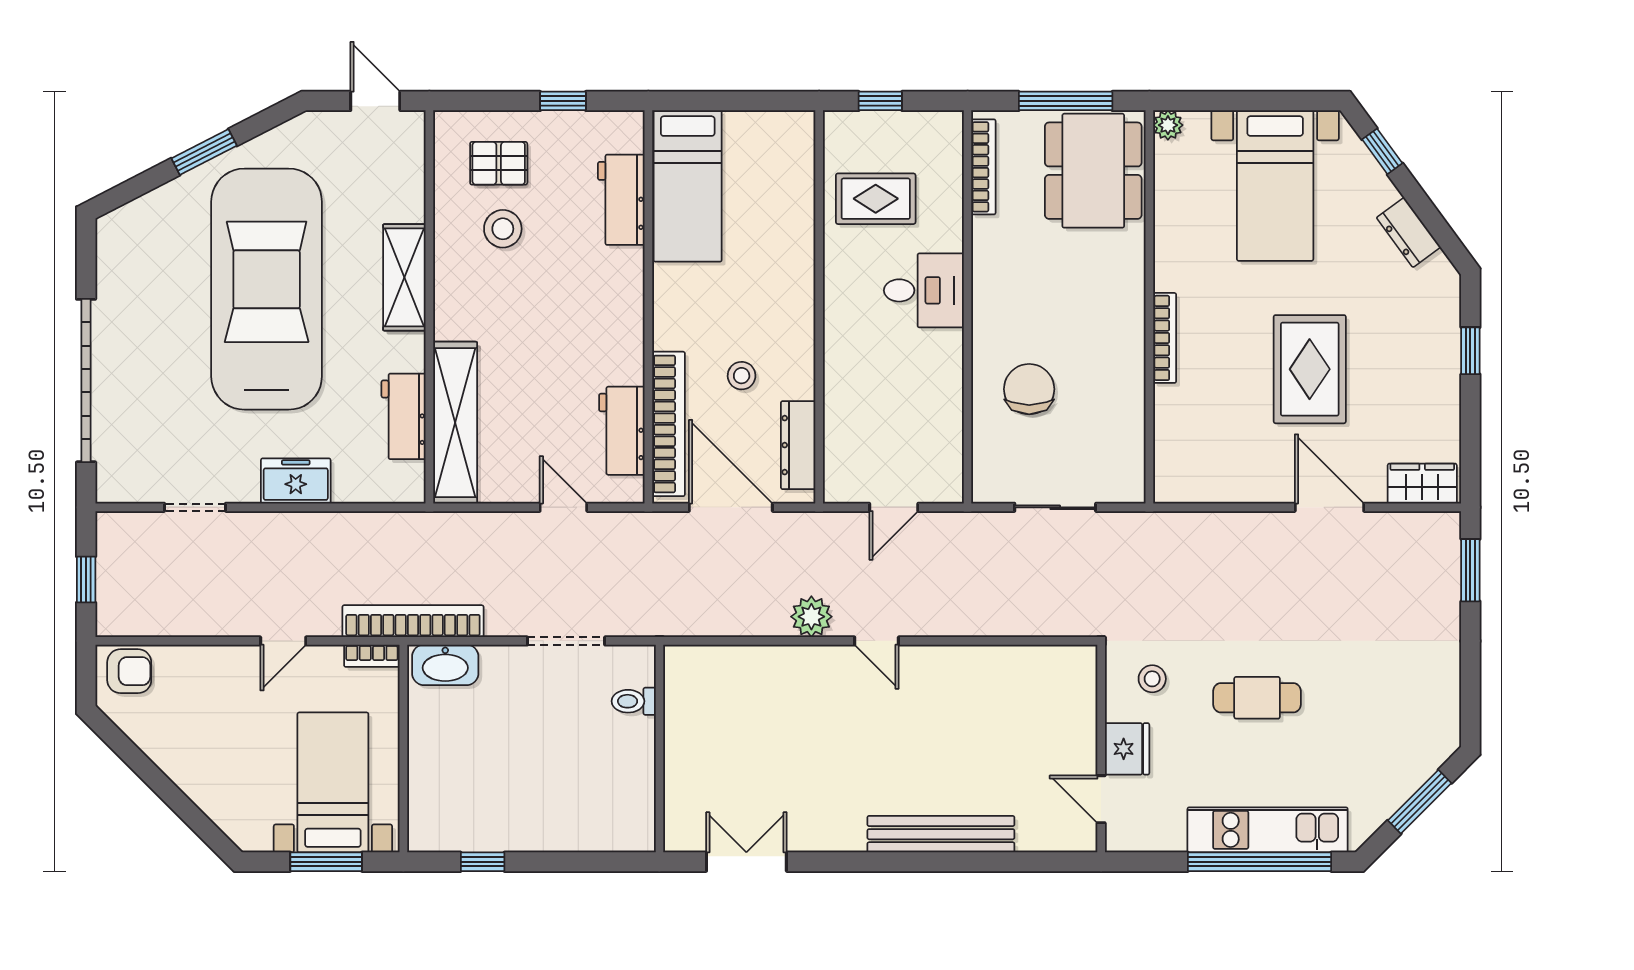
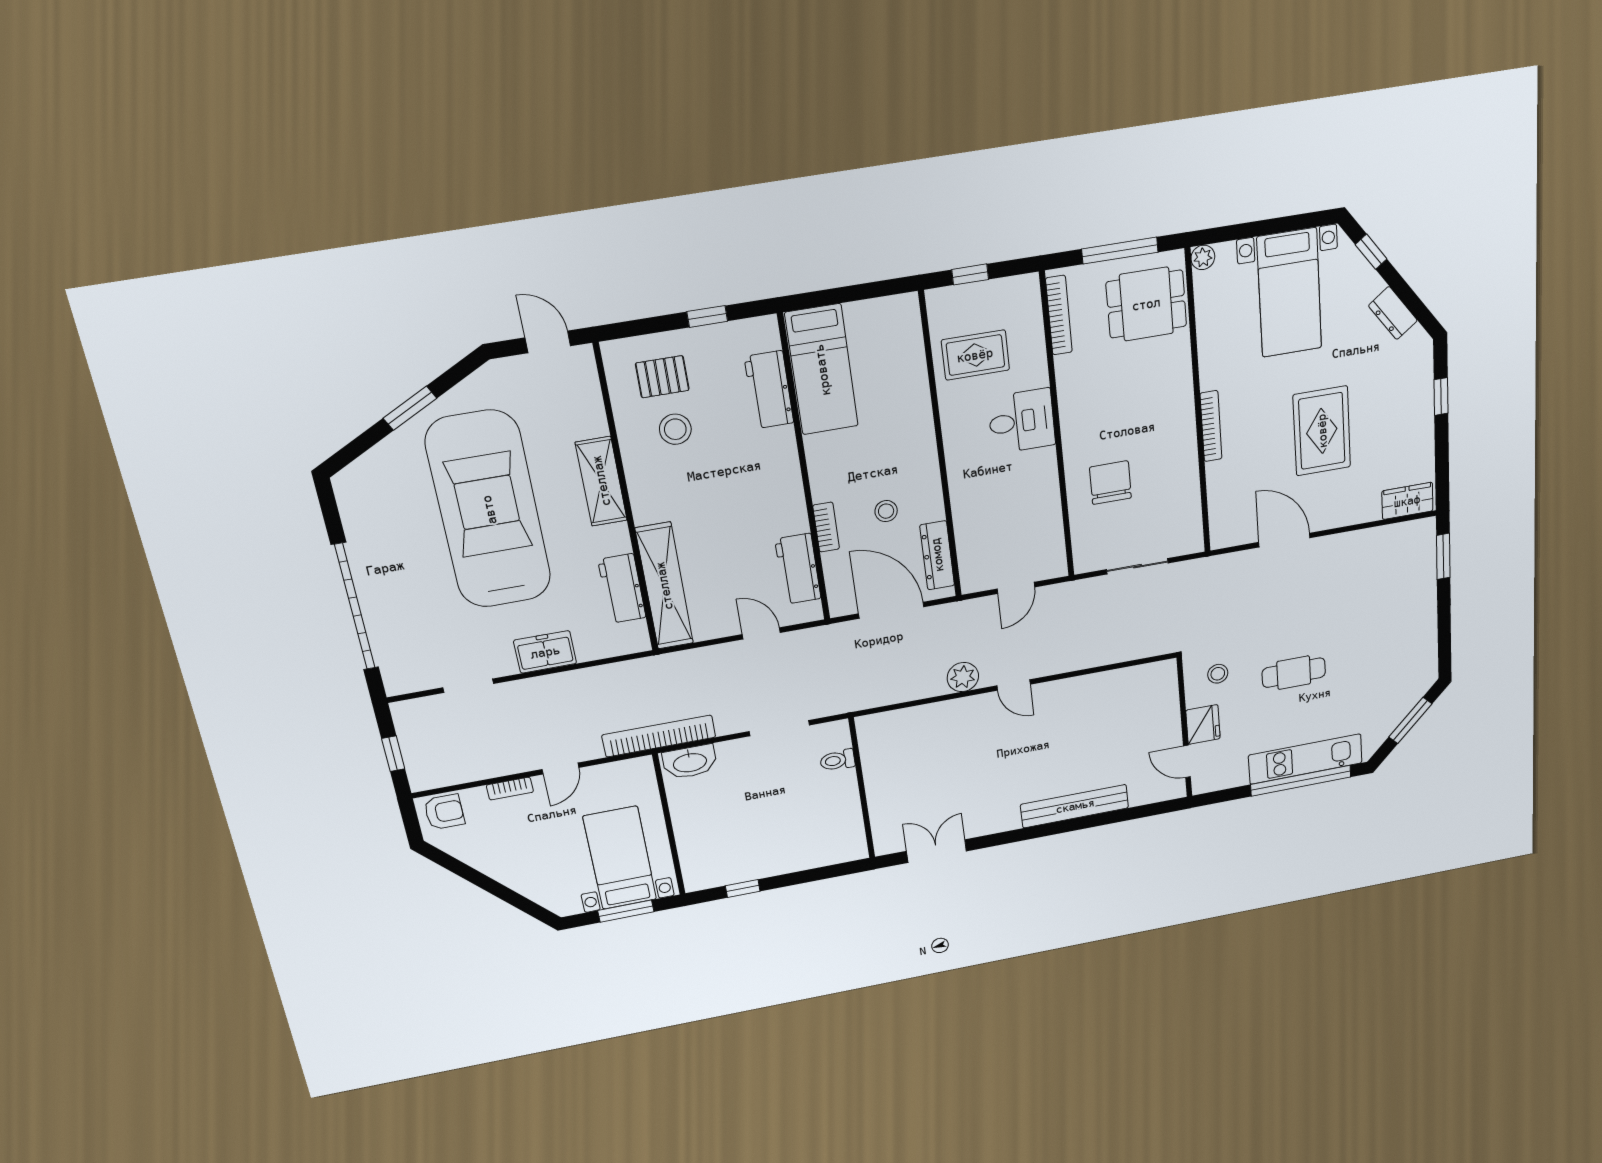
dining table: (1093, 171) -> (1146, 304), width x0.73
bookcase: (668, 424) -> (826, 527), width x0.43, depth x0.76
door: (1329, 507) -> (1284, 540), moved
bookcase: (372, 656) -> (510, 789), moved

